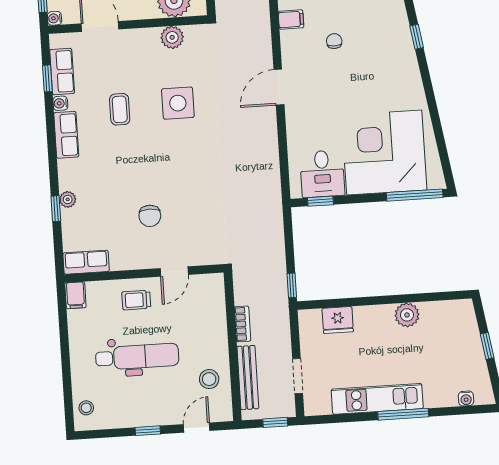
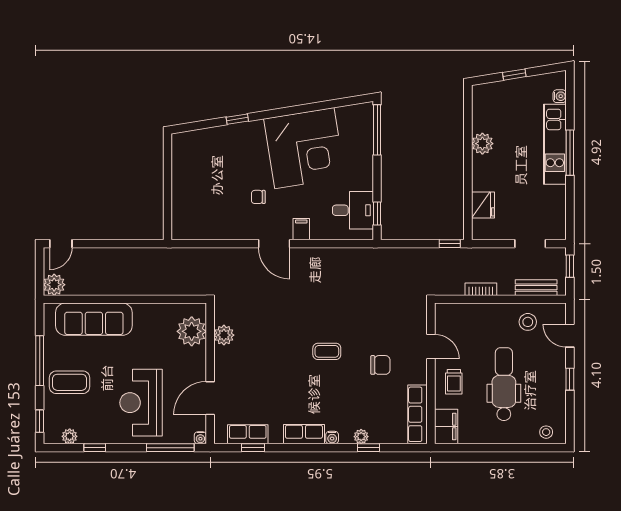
filing cabinet: (291, 19) -> (301, 229), moved
chair: (334, 41) -> (258, 197), moved
water cooler: (60, 103) -> (332, 438), moved
side table: (178, 103) -> (282, 334), removed
coffee table: (120, 109) -> (327, 351), moved
corner desk: (384, 153) -> (304, 148), moved, turned -99
row of seats: (86, 262) -> (418, 414), width x1.48
filing cabinet: (75, 295) -> (446, 426), width x2.00
bench: (248, 378) -> (536, 288), width x0.73
kitchen unit: (377, 399) -> (555, 144), moved

